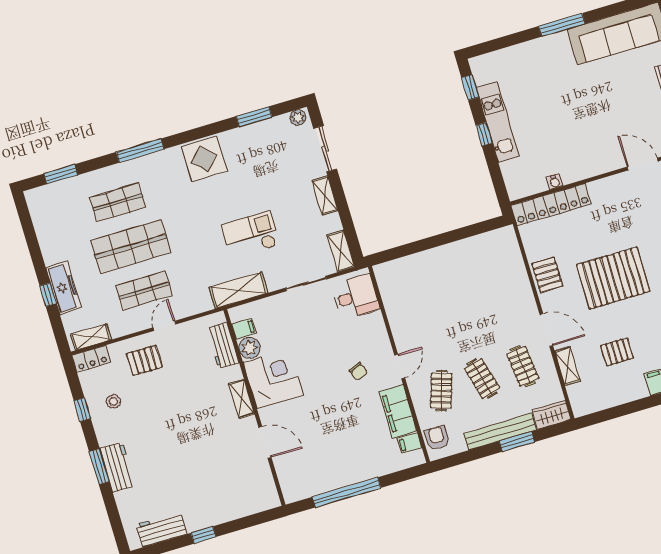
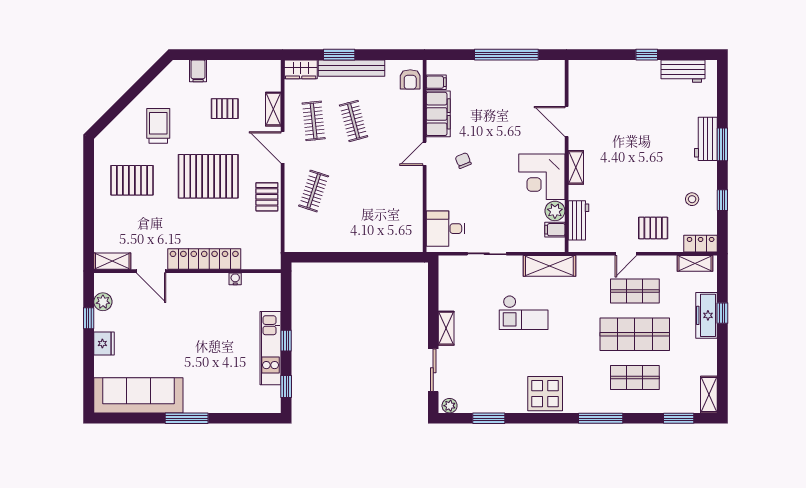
locker: (551, 205) -> (204, 259), moved
shelving: (341, 251) -> (709, 395), moved
clothes rail: (441, 391) -> (314, 191), moved

